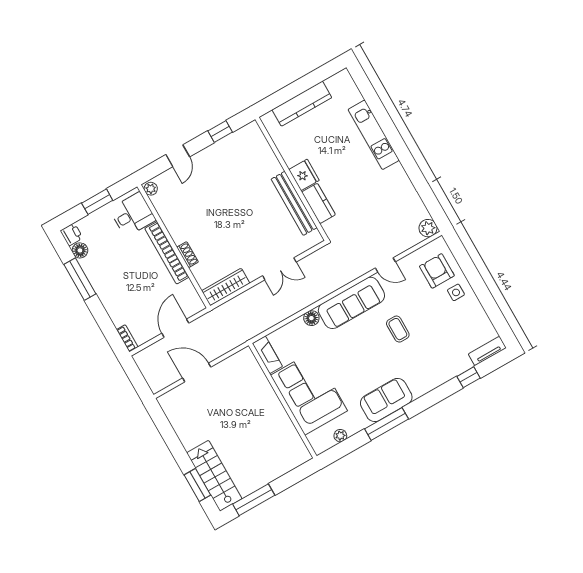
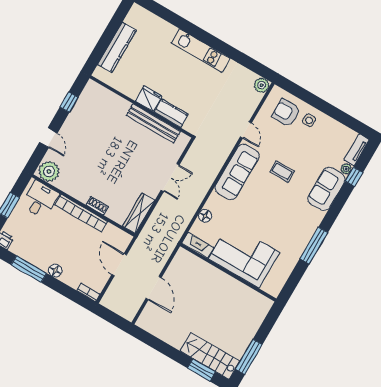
kitchen unit: (374, 135) -> (201, 50), moved
plant: (151, 189) -> (49, 171), width x1.87, depth x1.87
floor lamp: (80, 250) -> (55, 271), moved
door: (385, 265) -> (246, 130), hinge flipped
floor lamp: (311, 318) -> (205, 216), moved
door: (197, 373) -> (153, 288), swing flipped
sofa: (386, 400) -> (326, 189), moved
plant: (340, 436) -> (346, 169), moved

